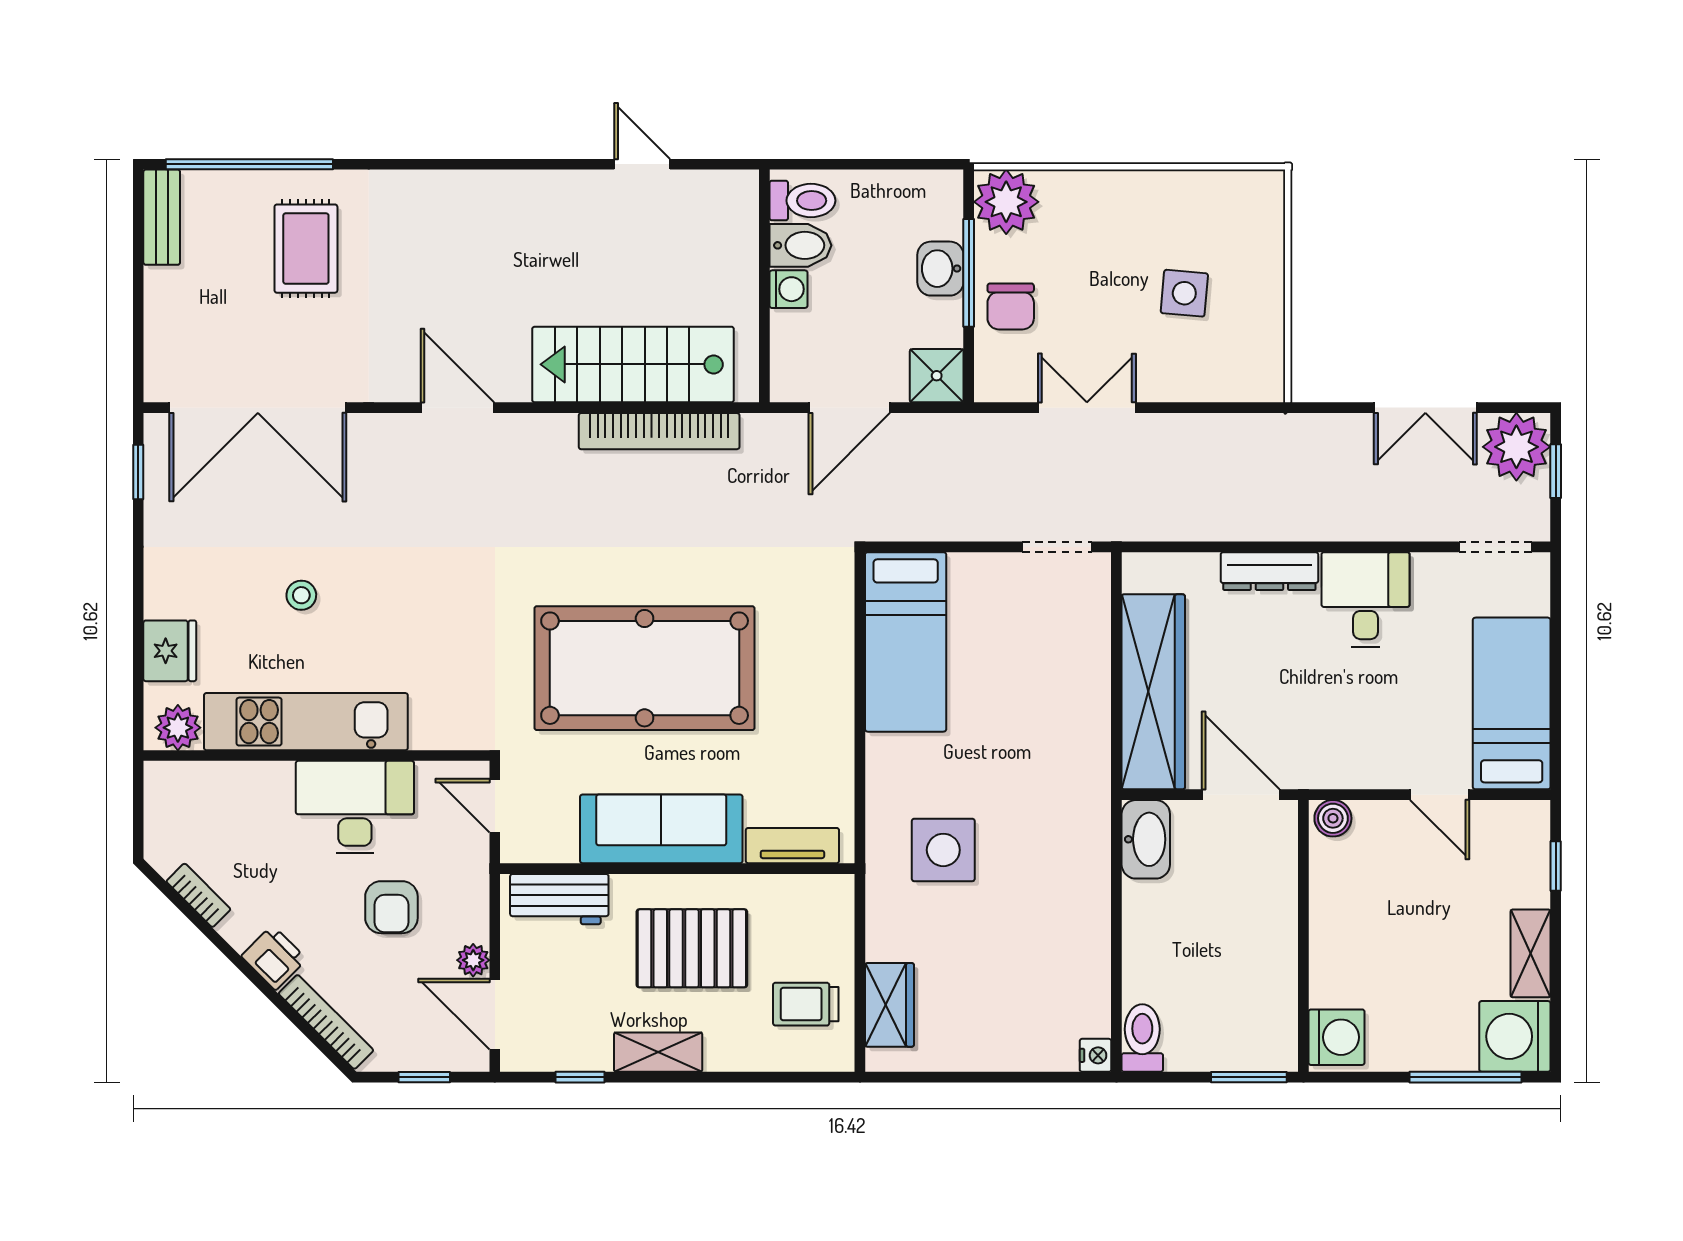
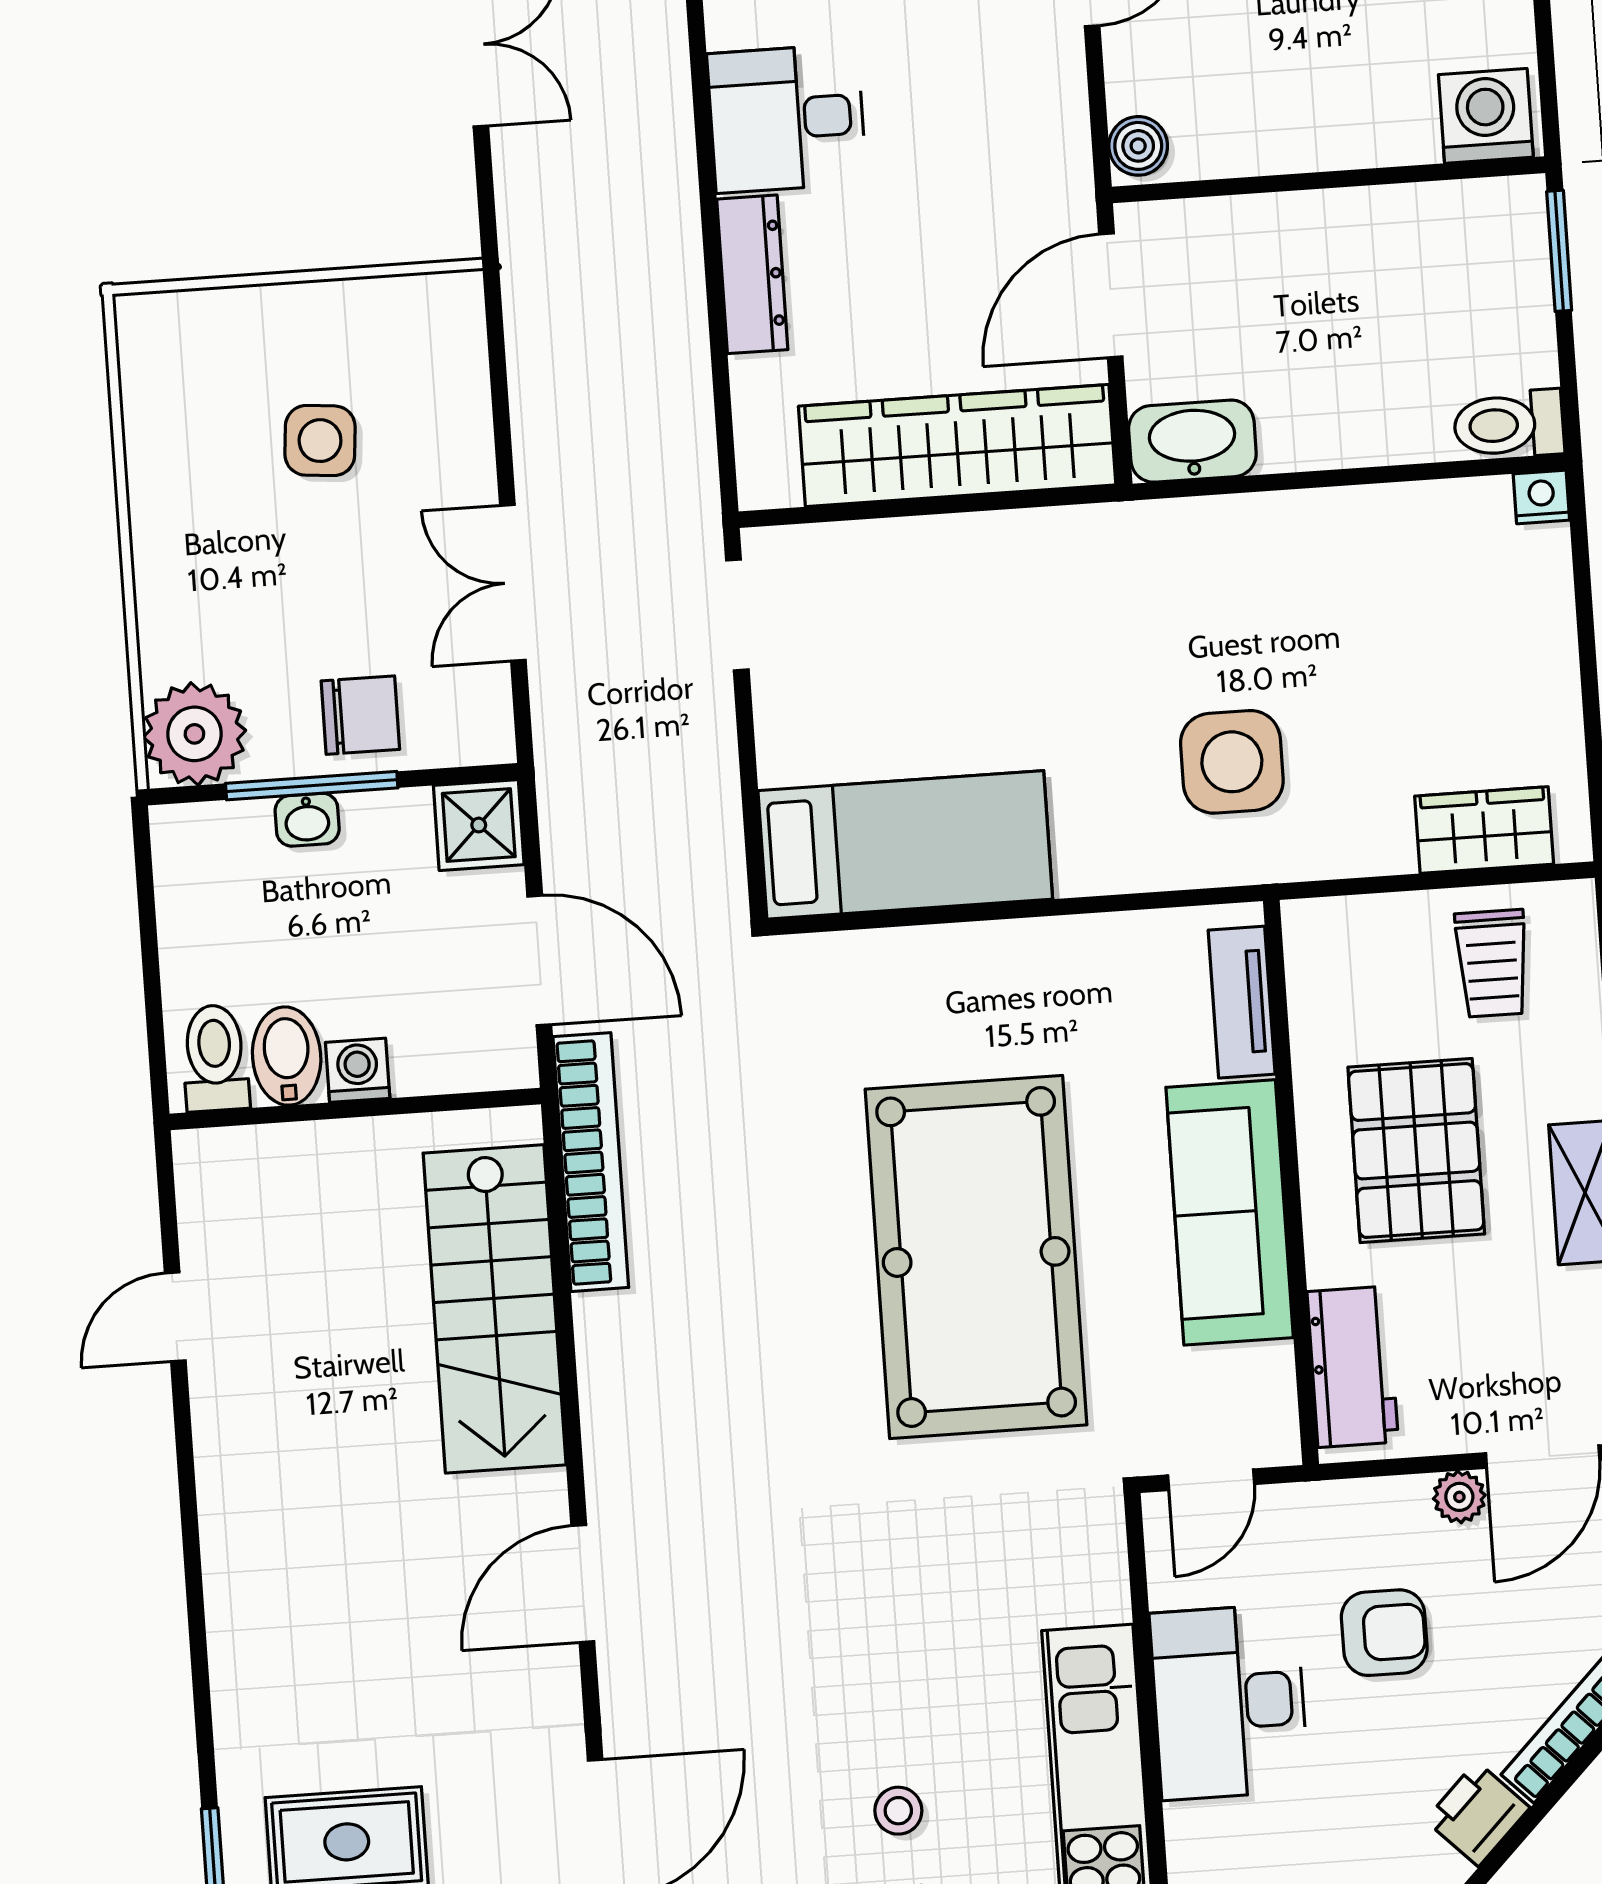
washbasin: (940, 269) -> (307, 820), width x0.72, depth x0.69
bookcase: (659, 431) -> (591, 1162), moved

